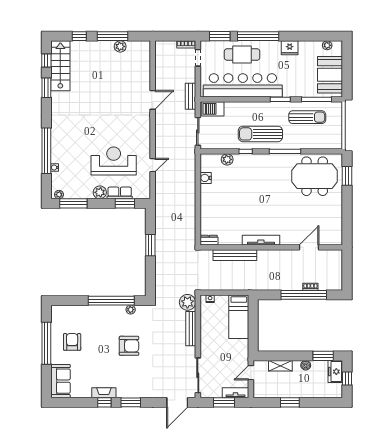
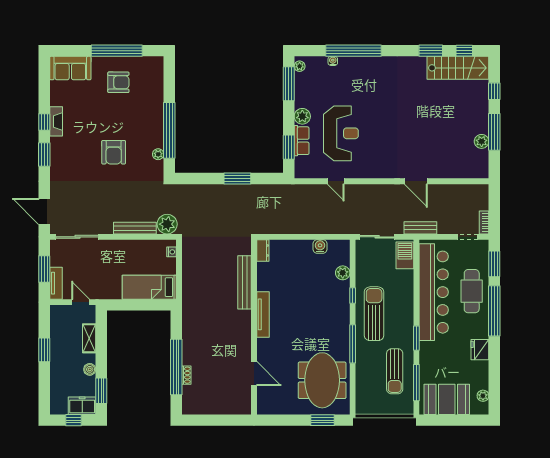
dresser: (209, 240) -> (263, 250), moved
tv unit: (261, 240) -> (263, 314), moved
wall: (271, 247) -> (254, 327), moved
door: (309, 247) -> (254, 373), moved
bench: (235, 255) -> (245, 282), moved

